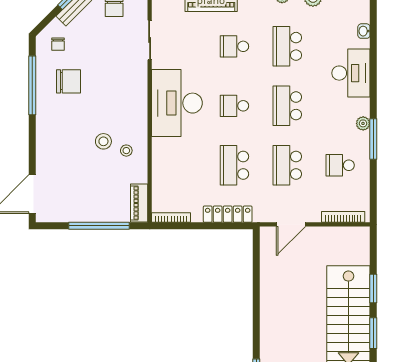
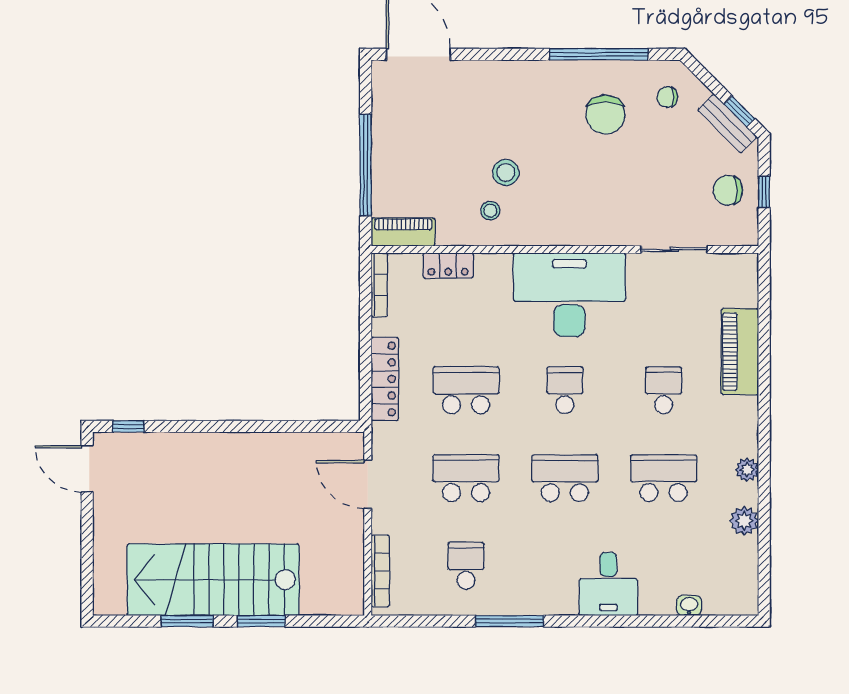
desk: (351, 73) -> (608, 584), width x0.73
plant: (363, 123) -> (536, 604), removed
locker: (159, 176) -> (448, 265), added

